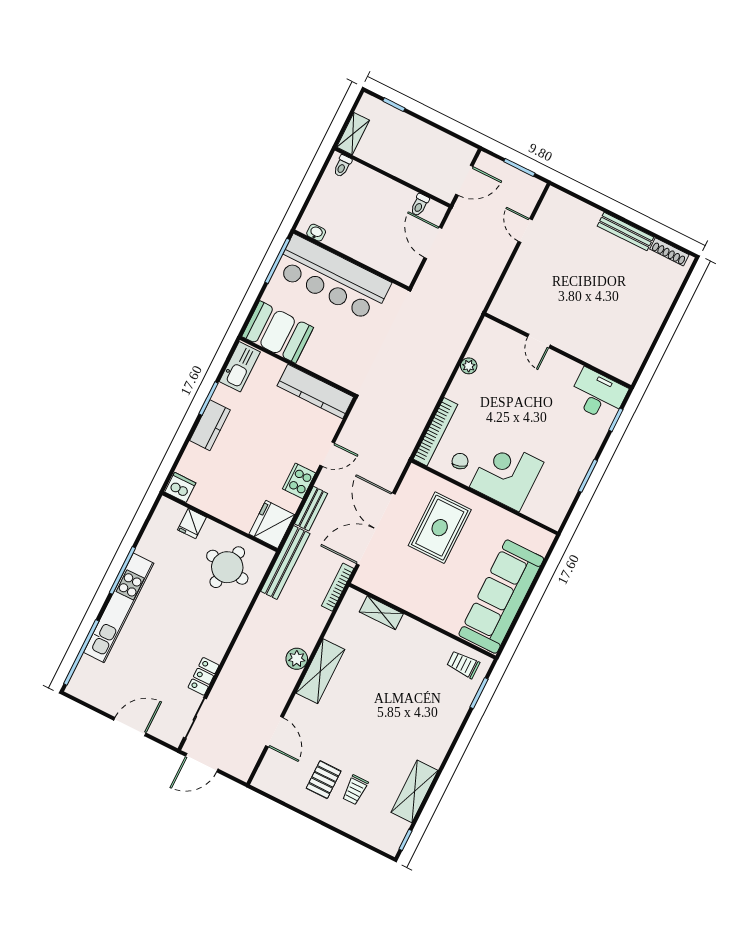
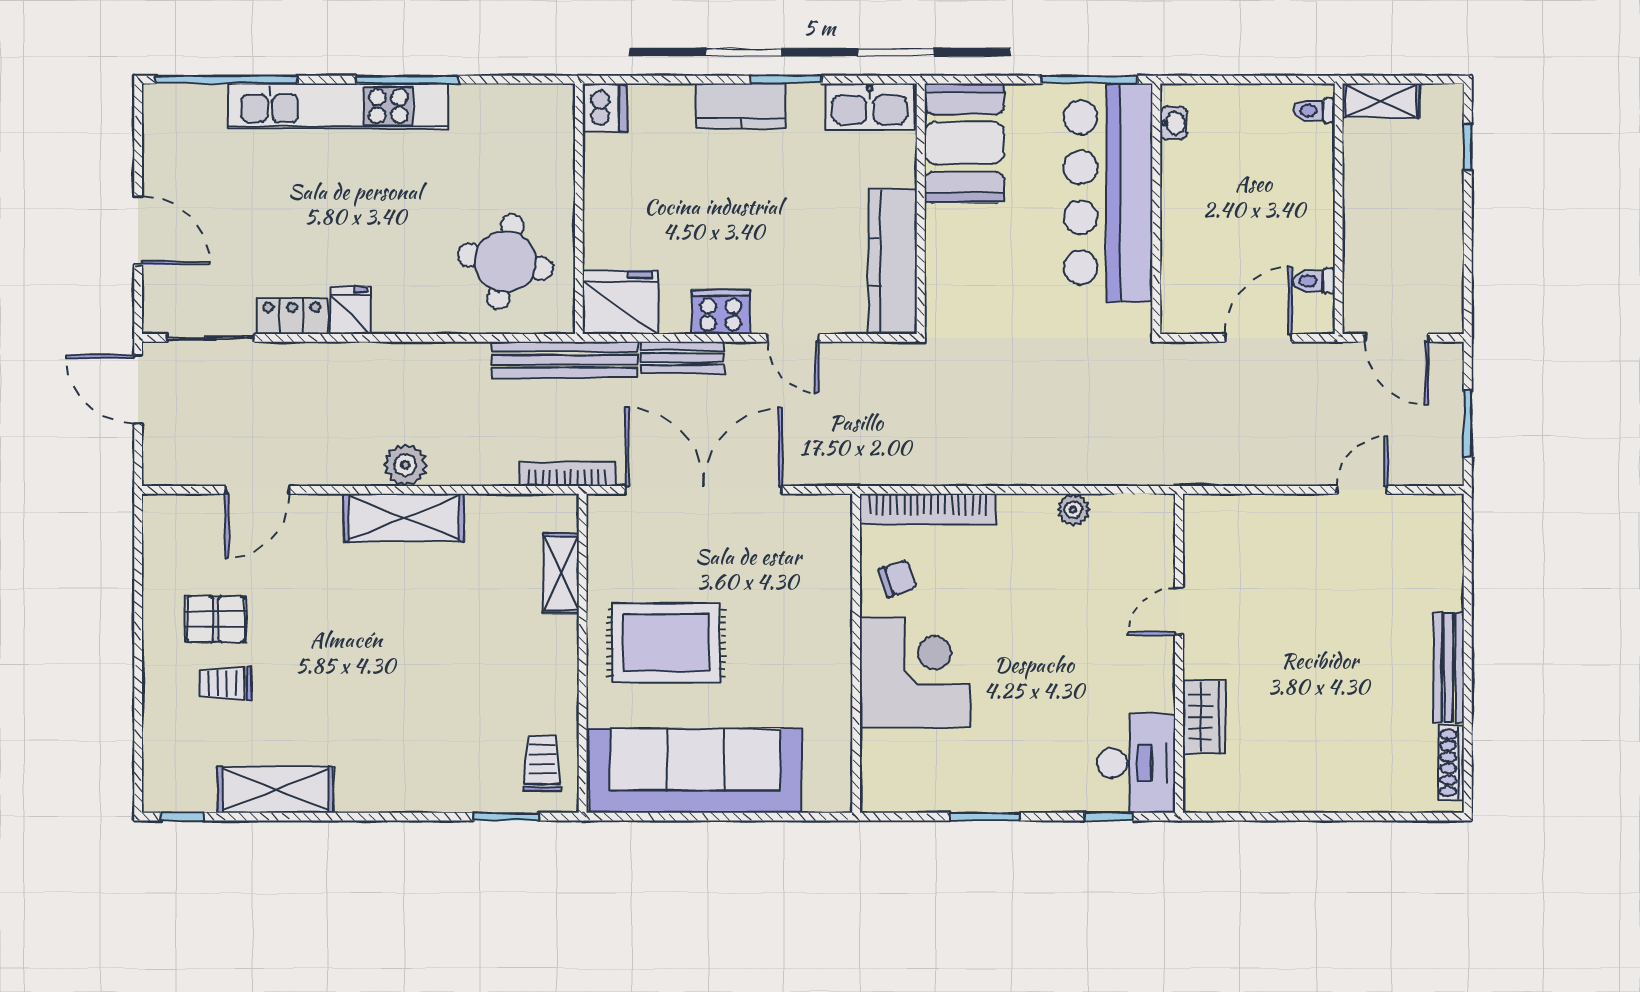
wardrobe: (592, 354) -> (1204, 717), added
fridge: (192, 524) -> (351, 310), moved, turned 90
rug: (440, 528) -> (666, 642), moved

